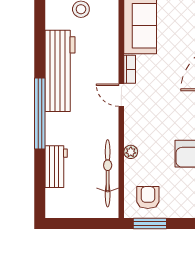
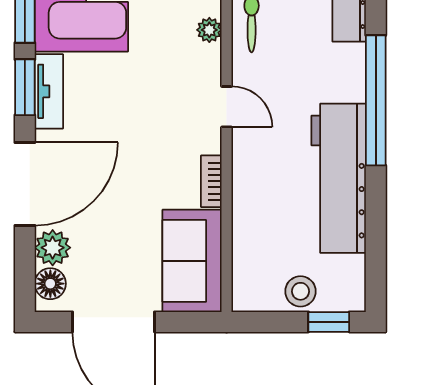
door: (121, 95) -> (227, 107), moved

